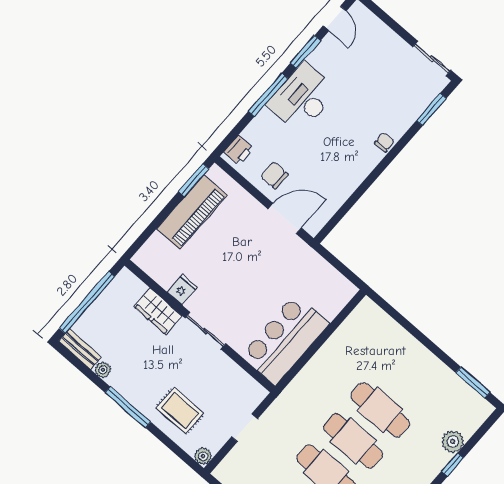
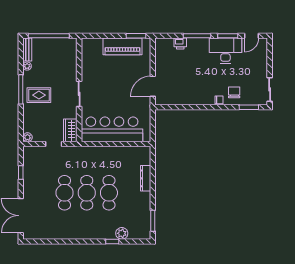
desk: (302, 98) -> (225, 51), moved
printer: (239, 150) -> (180, 44), moved
chair: (274, 175) -> (234, 92), moved
door: (285, 218) -> (153, 86), swing flipped
fridge: (182, 289) -> (88, 70), removed
wardrobe: (158, 311) -> (70, 130), moved
bar counter: (285, 340) -> (112, 129), width x1.36
dresser: (405, 341) -> (146, 178), added
rug: (180, 411) -> (39, 95), moved, turned 90

